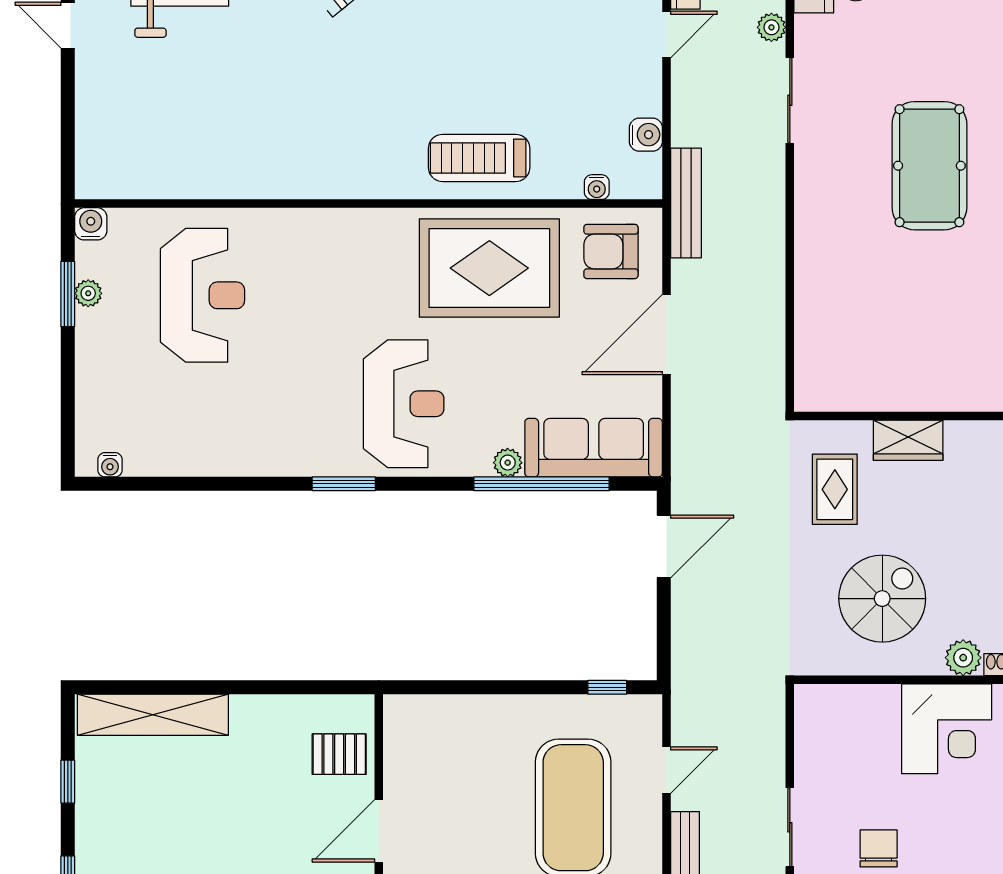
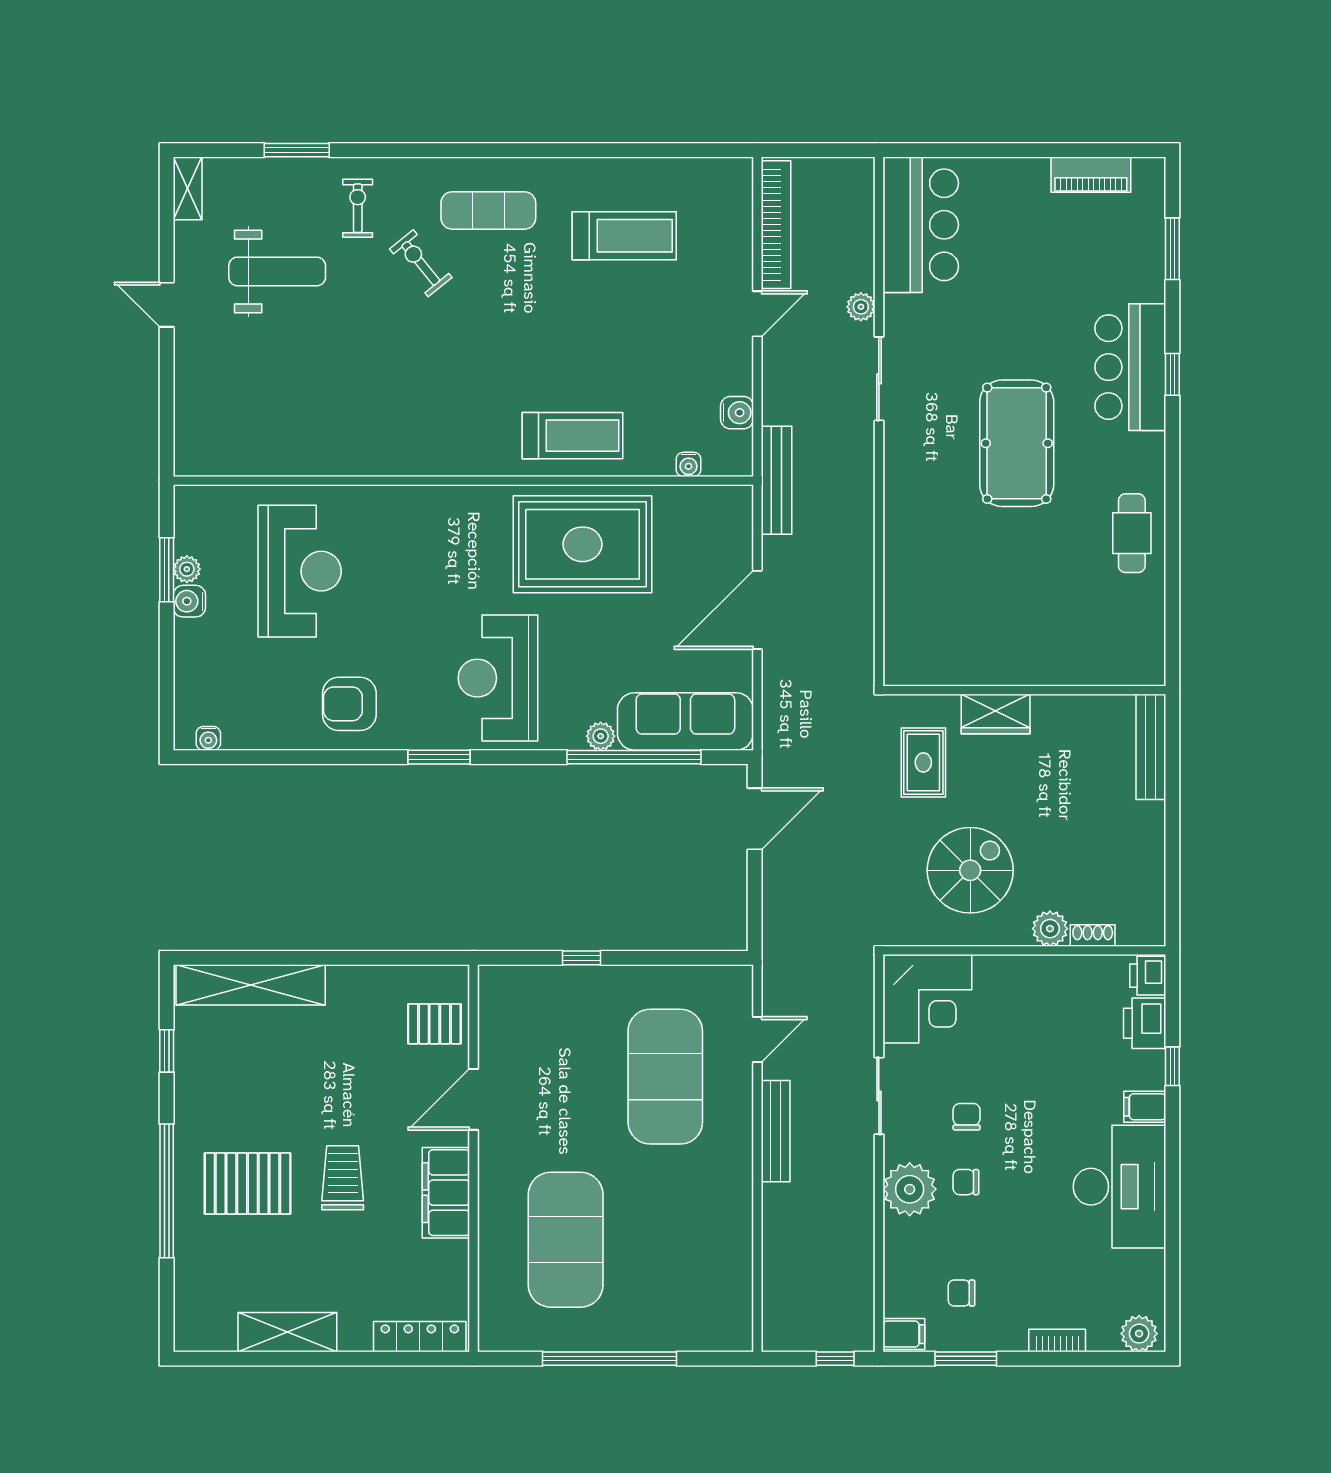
treadmill: (479, 158) -> (572, 436), turned 180
water cooler: (91, 224) -> (189, 601), moved, turned -90
armchair: (611, 251) -> (349, 704), moved
reception desk: (404, 404) -> (498, 678), turned 180
window: (607, 687) -> (581, 958), moved
corner desk: (947, 729) -> (927, 999), moved
chair: (879, 848) -> (967, 1117), width x0.73, depth x0.73

